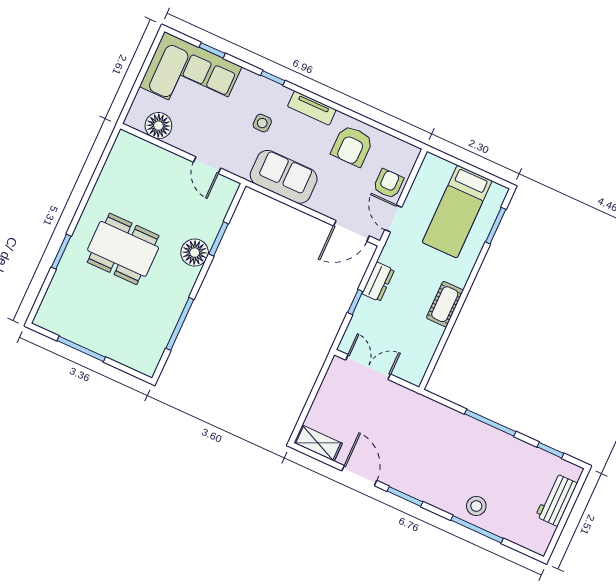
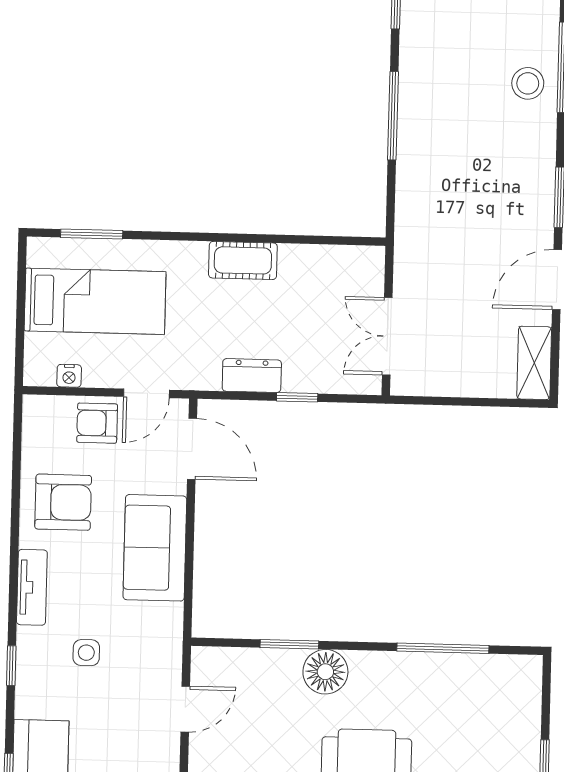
sofa: (284, 177) -> (155, 548), moved
nightstand: (421, 179) -> (69, 376), added

